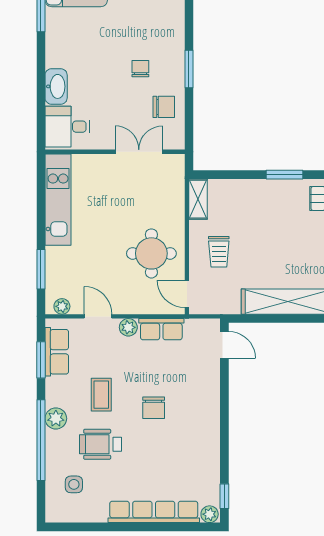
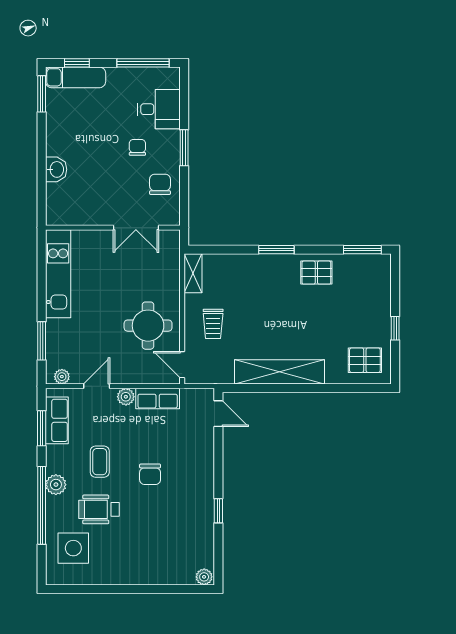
washbasin: (56, 86) -> (56, 169), width x0.72
chair: (164, 107) -> (160, 184), turned -90
desk: (67, 127) -> (159, 109), moved, turned 180
double door: (139, 152) -> (136, 228), swing flipped
door: (98, 316) -> (97, 386), hinge flipped
side table: (74, 484) -> (73, 548), width x1.87, depth x1.87
window: (224, 496) -> (218, 511), moved
row of seats: (154, 512) -> (150, 575), removed

